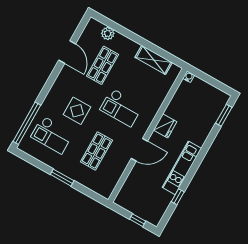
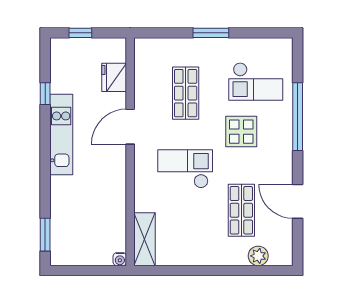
shelving: (154, 60) -> (145, 239), moved, turned 90
window: (27, 123) -> (298, 117), moved
fridge: (165, 126) -> (114, 77), moved
checkout: (52, 135) -> (256, 82), turned 180

